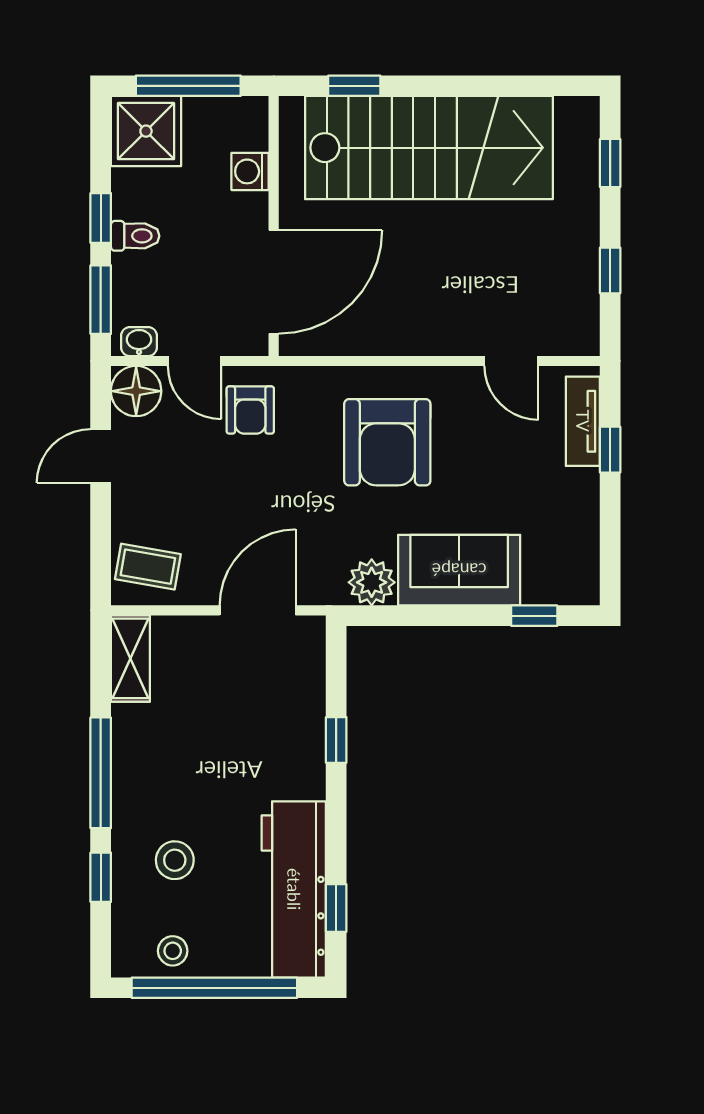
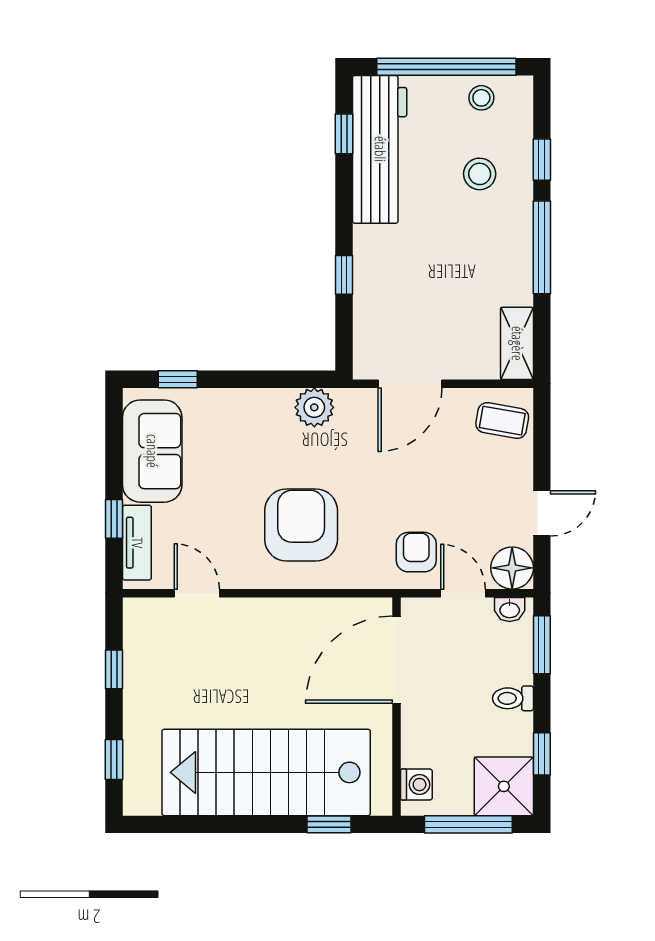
washing machine: (250, 171) -> (416, 785), moved
window: (101, 218) -> (542, 754), moved
sofa: (459, 570) -> (152, 451), moved, turned -90

